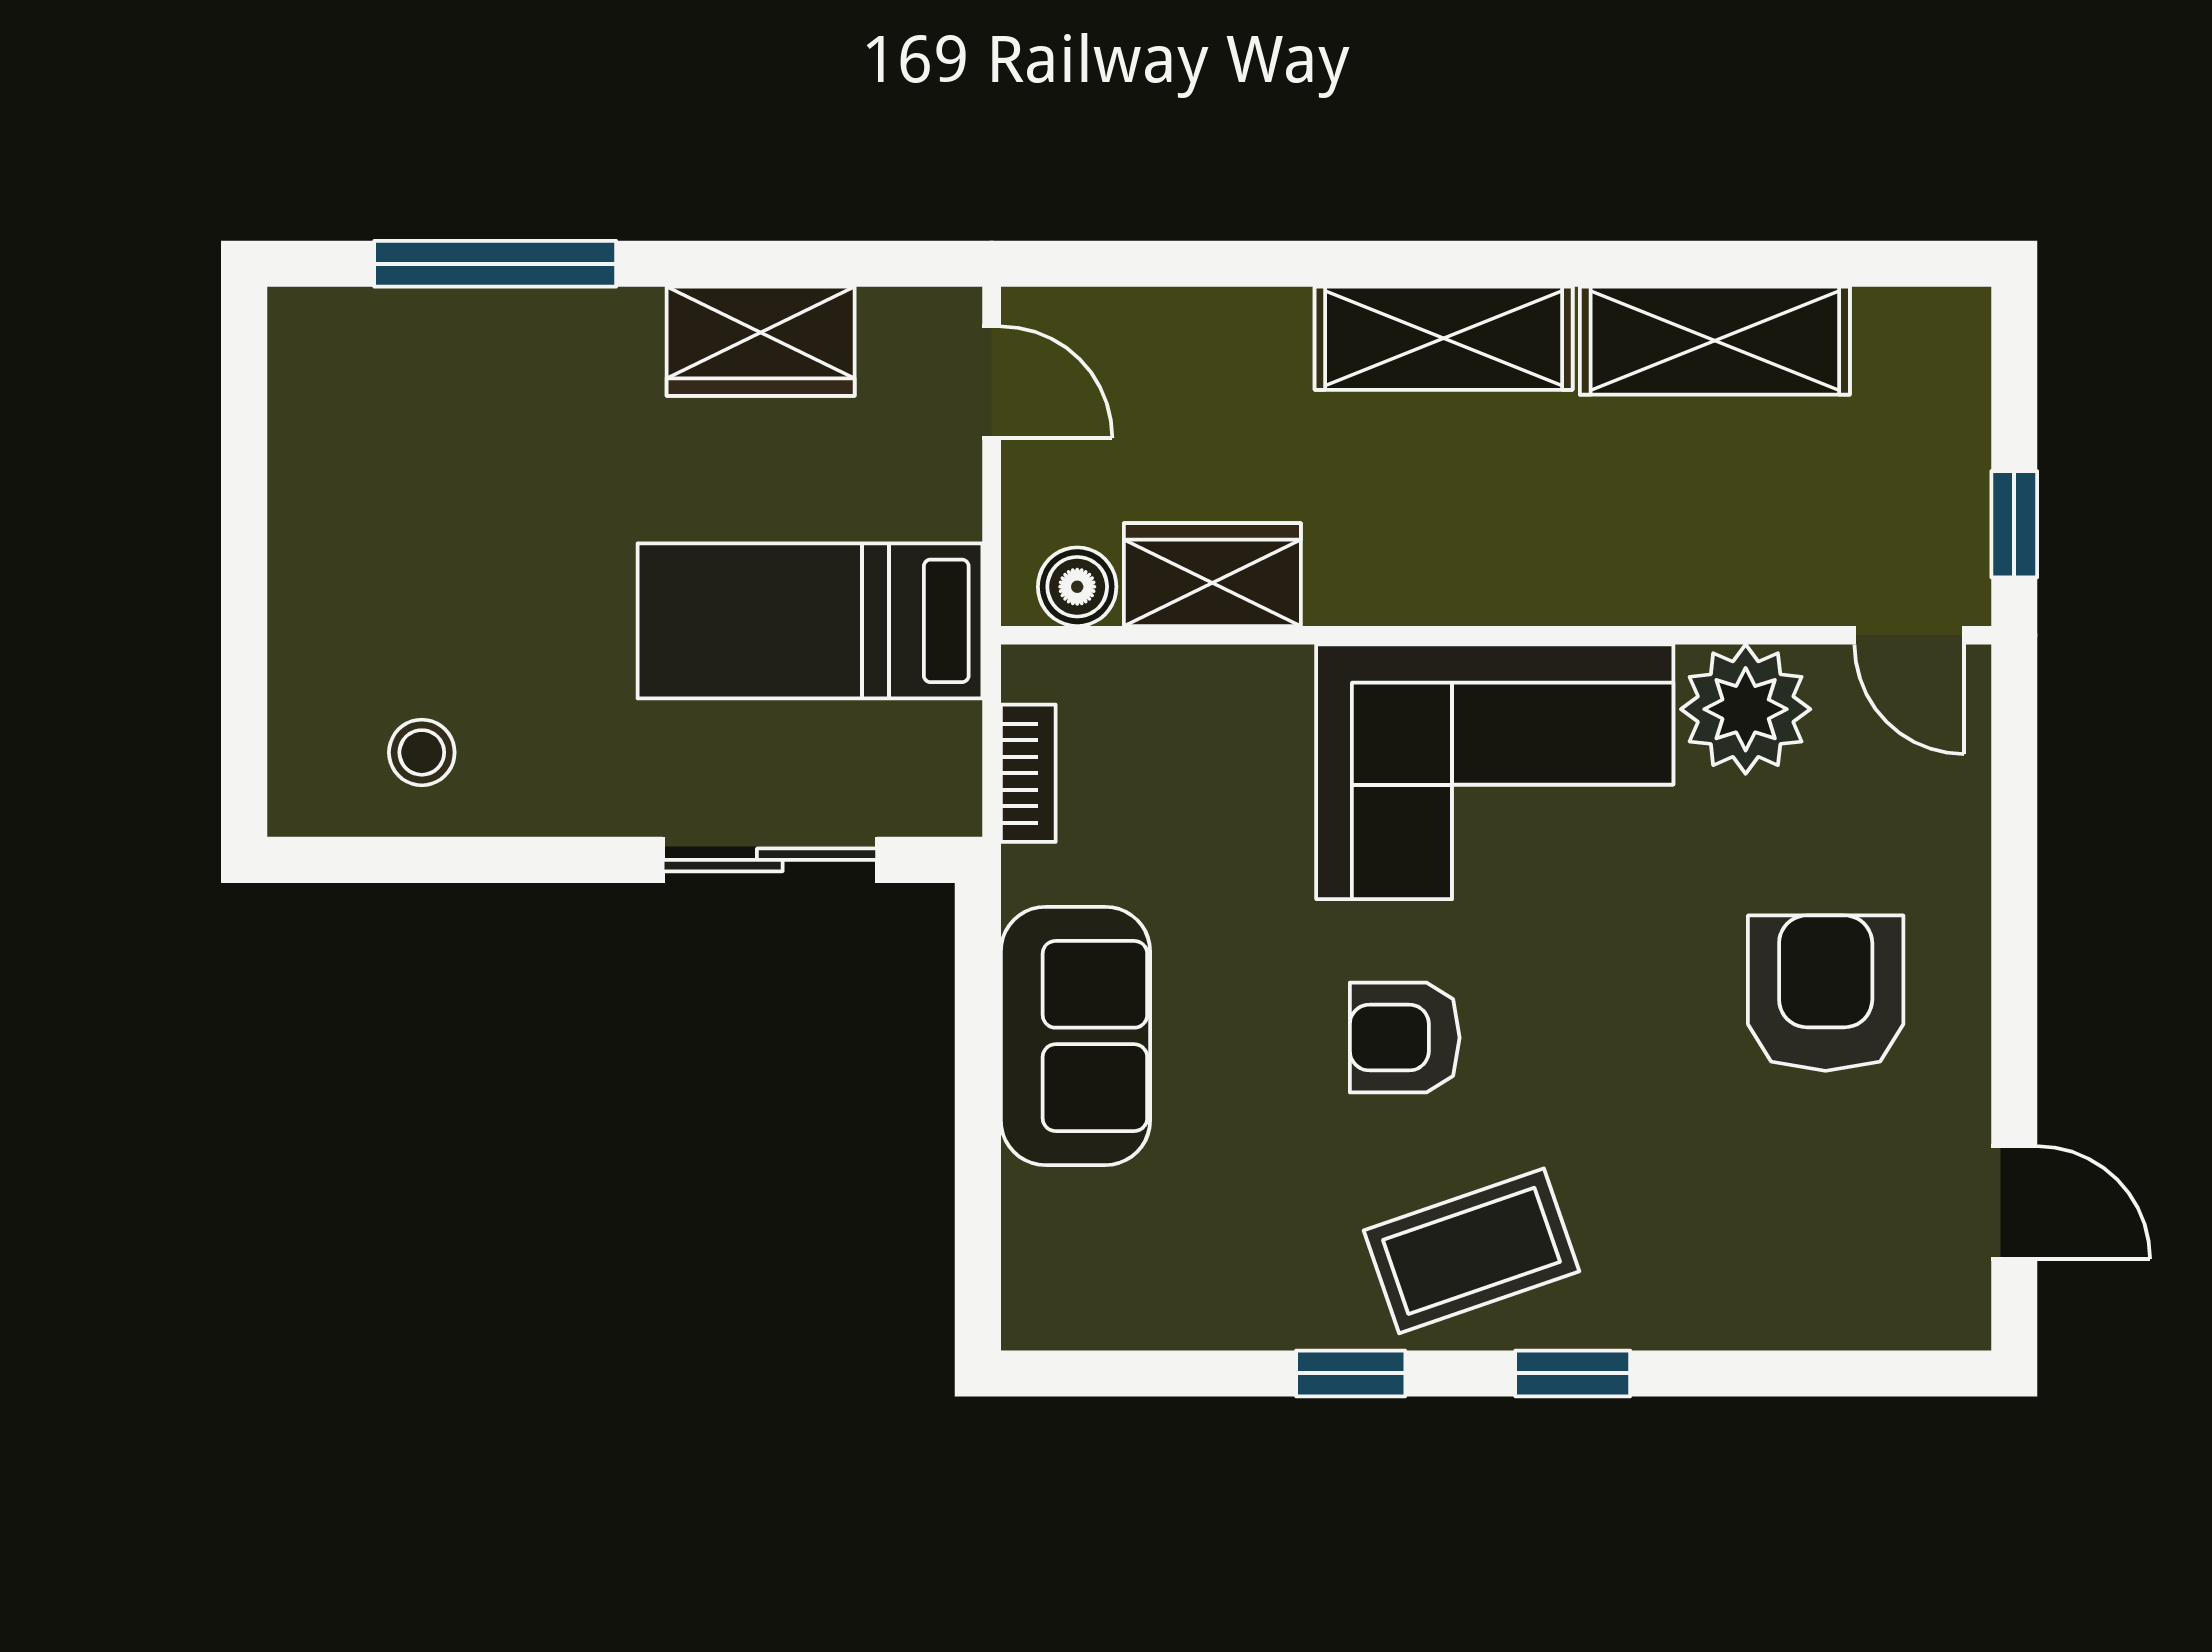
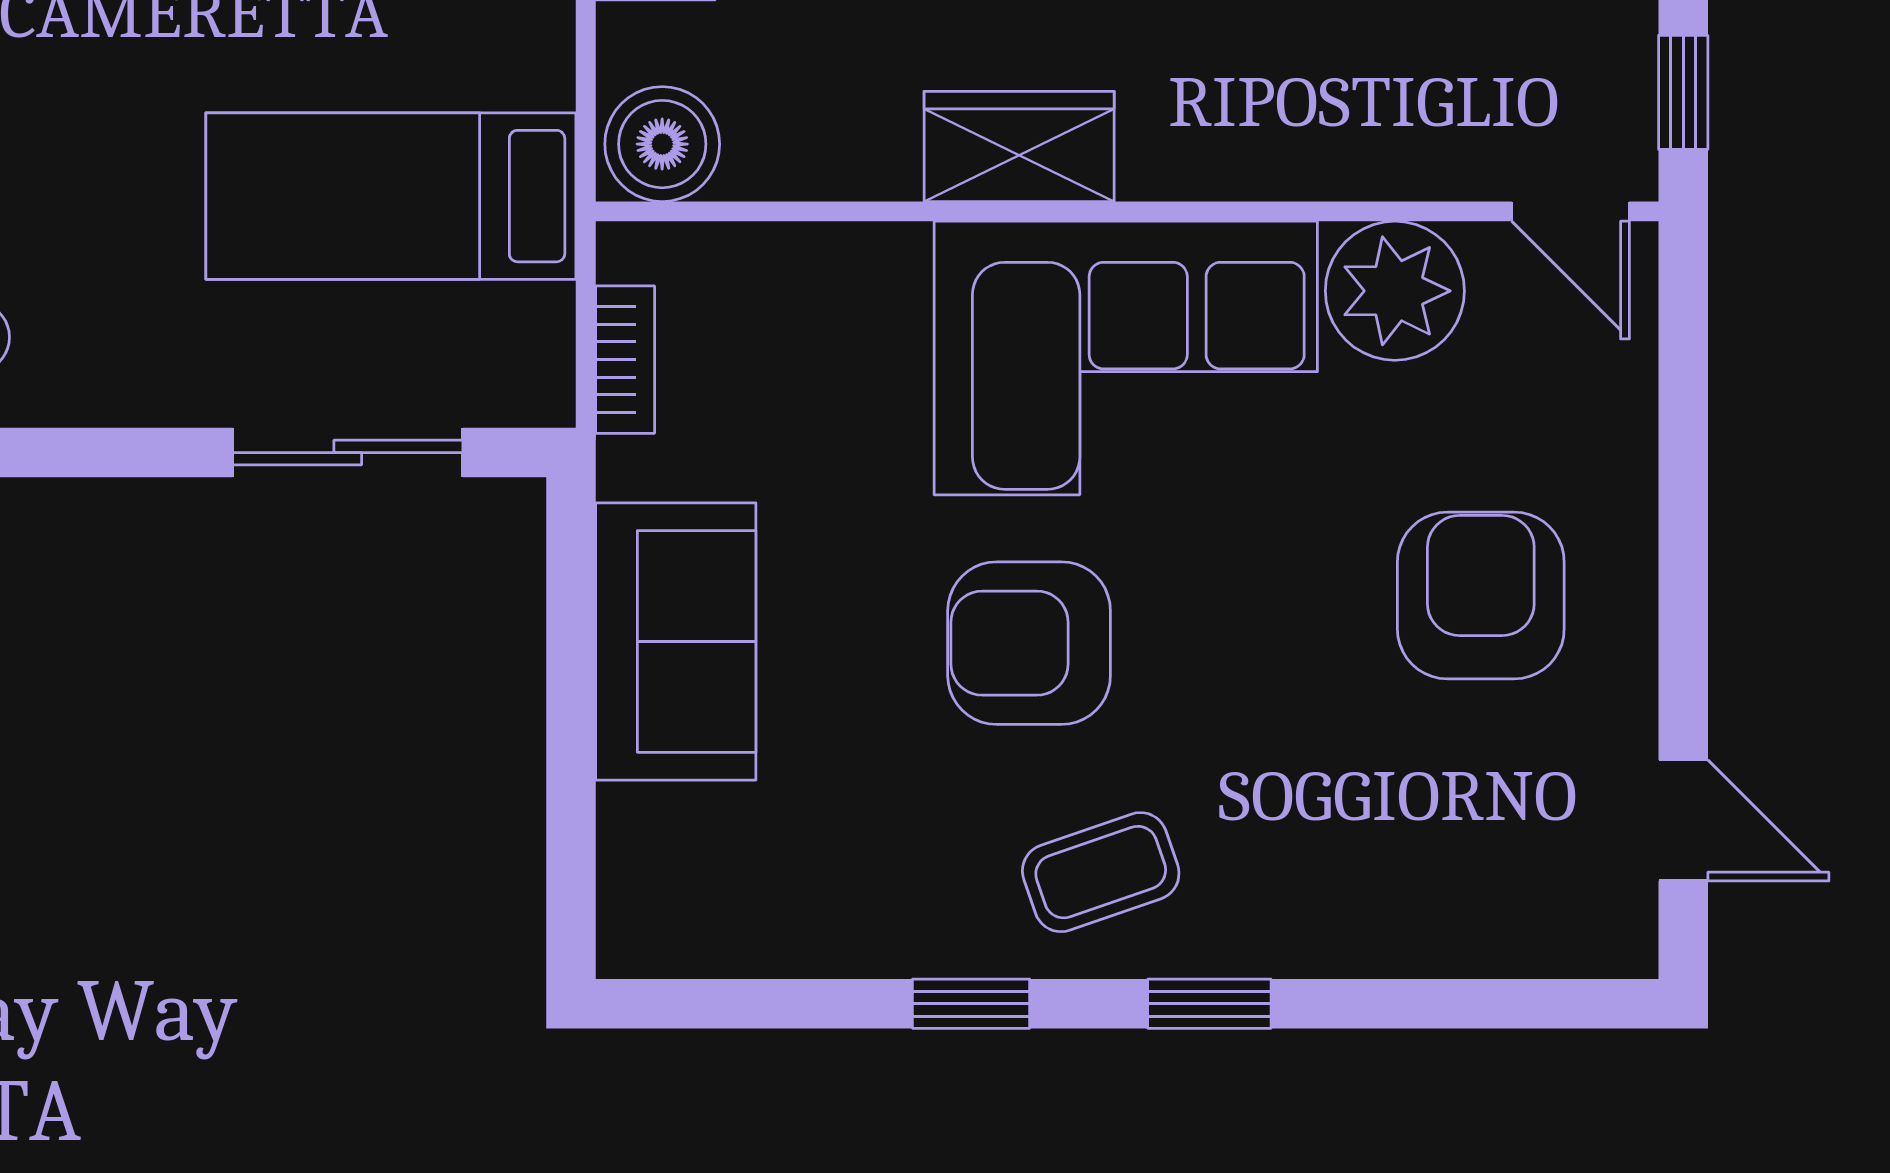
wardrobe: (1212, 575) -> (1019, 146), moved
boiler: (1077, 587) -> (662, 144), width x1.36, depth x1.36
armchair: (1405, 1038) -> (1029, 643), width x1.38, depth x1.38
coffee table: (1471, 1251) -> (1101, 872), width x0.73, depth x0.77

